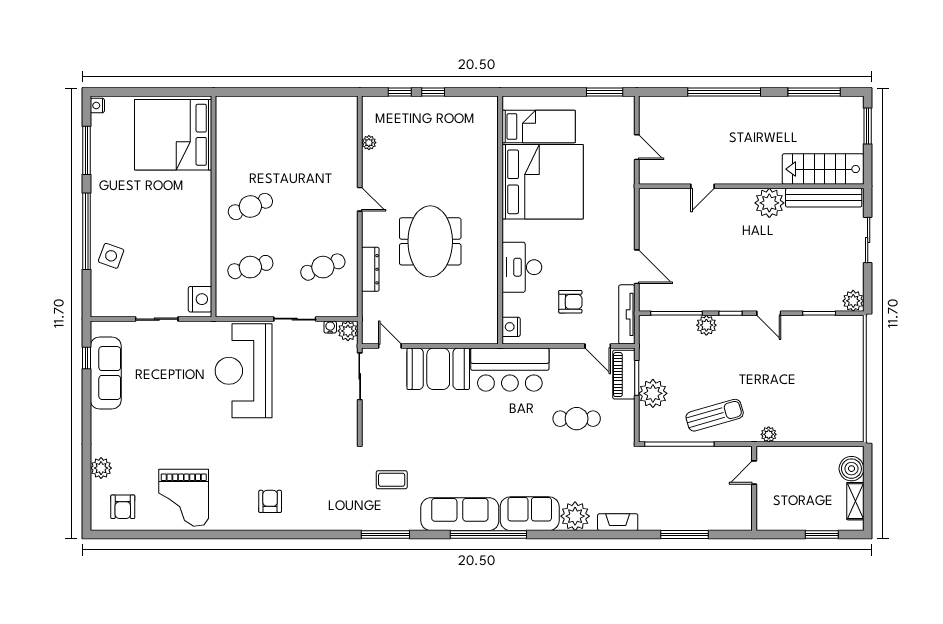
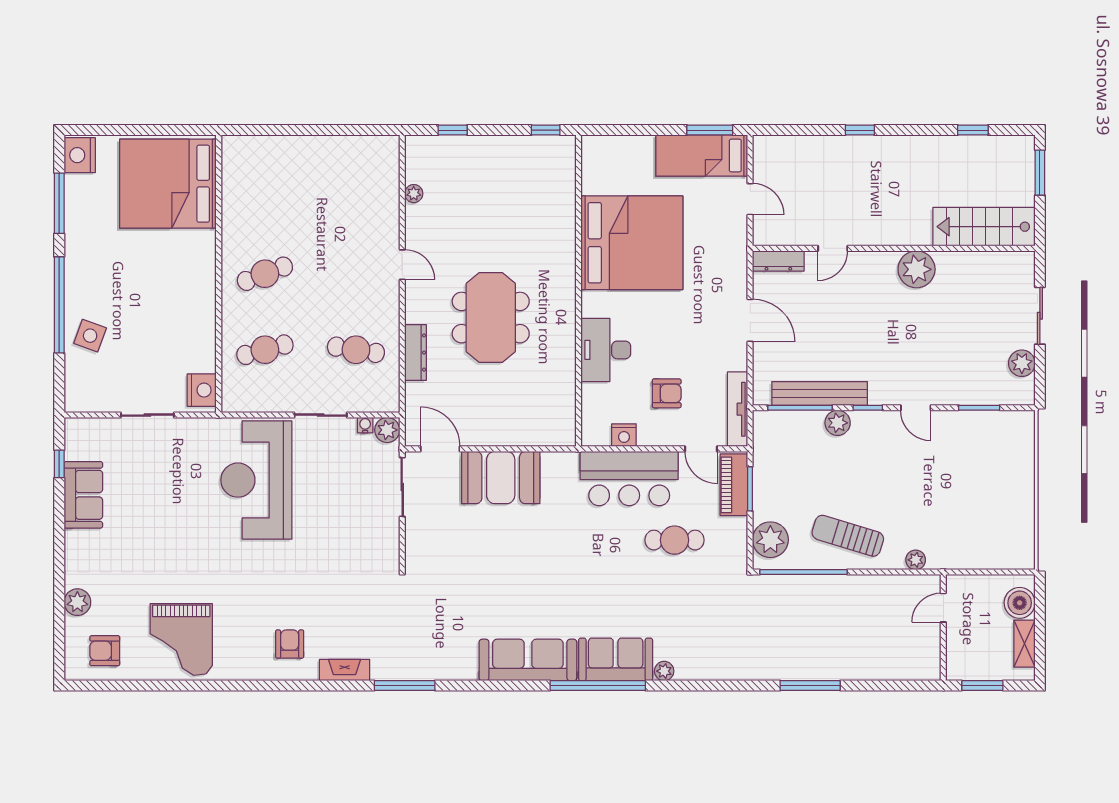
window: (433, 92) -> (546, 130), moved
window: (724, 92) -> (860, 130), width x0.32
window: (814, 92) -> (973, 130), width x0.46
nightstand: (97, 106) -> (80, 155), width x1.89, depth x1.79
bed: (539, 126) -> (702, 156), moved, turned 180
dresser: (659, 196) -> (778, 261), added
bench: (824, 198) -> (820, 393), moved
cafe table: (323, 267) -> (356, 350), turned 30
door: (637, 267) -> (750, 320), moved
plant: (853, 301) -> (1022, 363), moved
nightstand: (511, 327) -> (624, 435), moved, turned -90
door: (390, 346) -> (440, 449), width x1.38
bar counter: (510, 370) -> (629, 479), moved
sofa: (106, 373) -> (83, 495), width x0.73
plant: (653, 393) -> (770, 540), moved
sun lounger: (715, 415) -> (848, 536), turned -147
door: (754, 472) -> (943, 608), moved
coffee table: (392, 480) -> (442, 617), removed
wall: (754, 488) -> (943, 628), moved
armchair: (123, 507) -> (105, 651), turned 90
plant: (575, 516) -> (664, 671), width x0.53, depth x0.53
fireplace: (618, 522) -> (345, 670), moved
window: (385, 535) -> (405, 686), moved
window: (488, 535) -> (598, 686), moved

